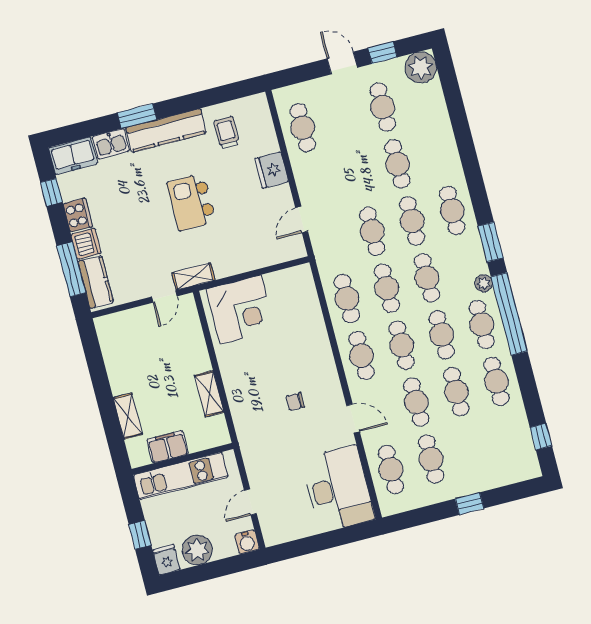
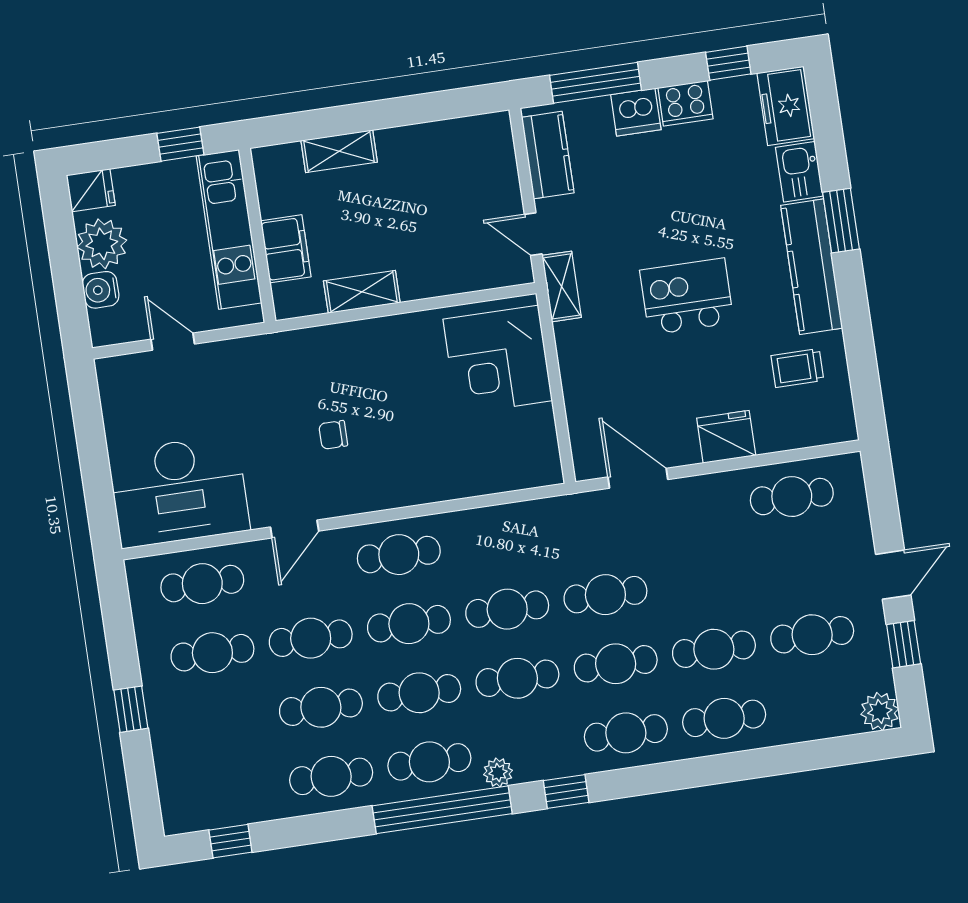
plant: (421, 67) -> (880, 711), width x0.73, depth x0.73
trolley: (227, 132) -> (797, 368), turned 180
door: (302, 219) -> (638, 478), width x1.38
window: (491, 242) -> (566, 792), width x0.67
kitchen counter: (96, 282) -> (548, 155), moved, turned -90
cafe table: (347, 299) -> (724, 718), moved
chair: (295, 402) -> (333, 435), turned -90
filing cabinet: (167, 447) -> (286, 249), moved
window: (140, 535) -> (180, 144), moved
water cooler: (247, 542) -> (101, 290), moved

